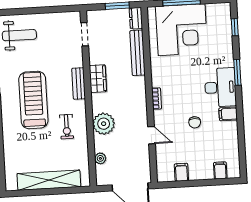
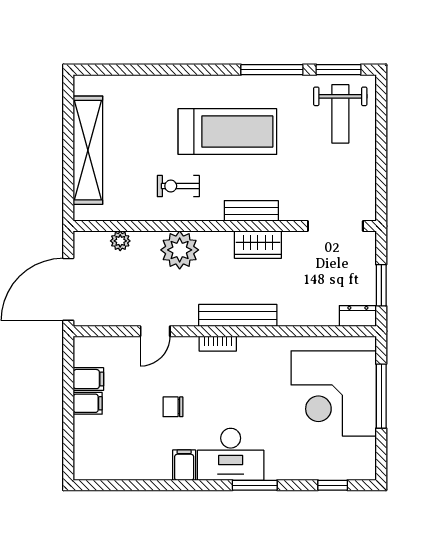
doorway: (85, 34) -> (335, 226), width x1.38
bench: (138, 53) -> (238, 315), moved
filing cabinet: (220, 170) -> (88, 403), moved

